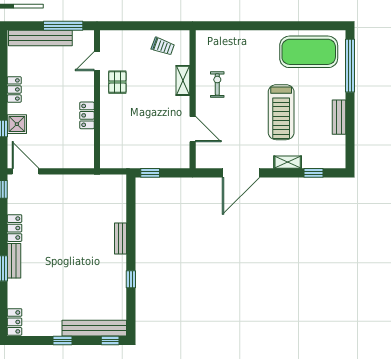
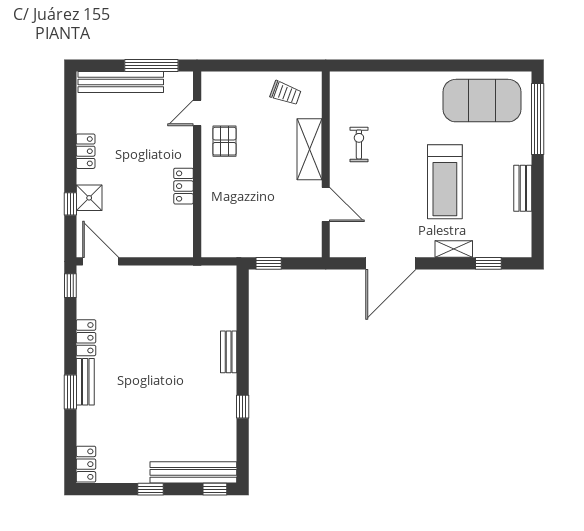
shelving: (183, 80) -> (310, 149), width x1.50, depth x1.33

